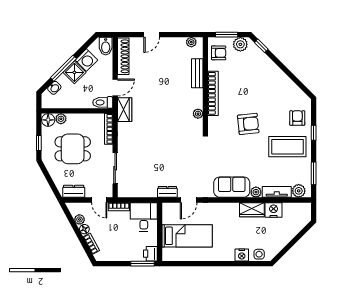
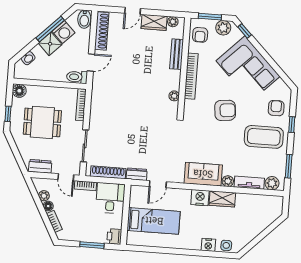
armchair: (219, 53) -> (200, 35), turned 90
window: (63, 68) -> (50, 29), moved
corner sofa: (267, 82) -> (248, 69), added
wardrobe: (125, 110) -> (154, 22), moved, turned 90
plant: (61, 119) -> (33, 91), removed
shoe rack: (140, 192) -> (108, 172), added
nightstand: (274, 210) -> (200, 198), moved
window: (143, 264) -> (92, 245), moved

